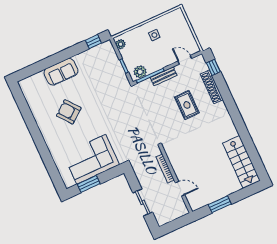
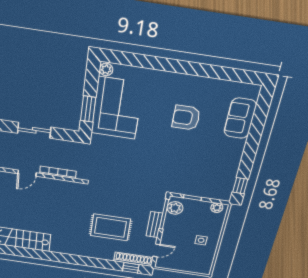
sofa: (61, 72) -> (240, 118), moved
shoe rack: (212, 87) -> (133, 259), moved
rug: (187, 105) -> (110, 227), width x1.36, depth x1.43
armchair: (69, 112) -> (186, 118), turned -142
plant: (70, 182) -> (106, 69), added
window: (89, 184) -> (88, 109), moved

